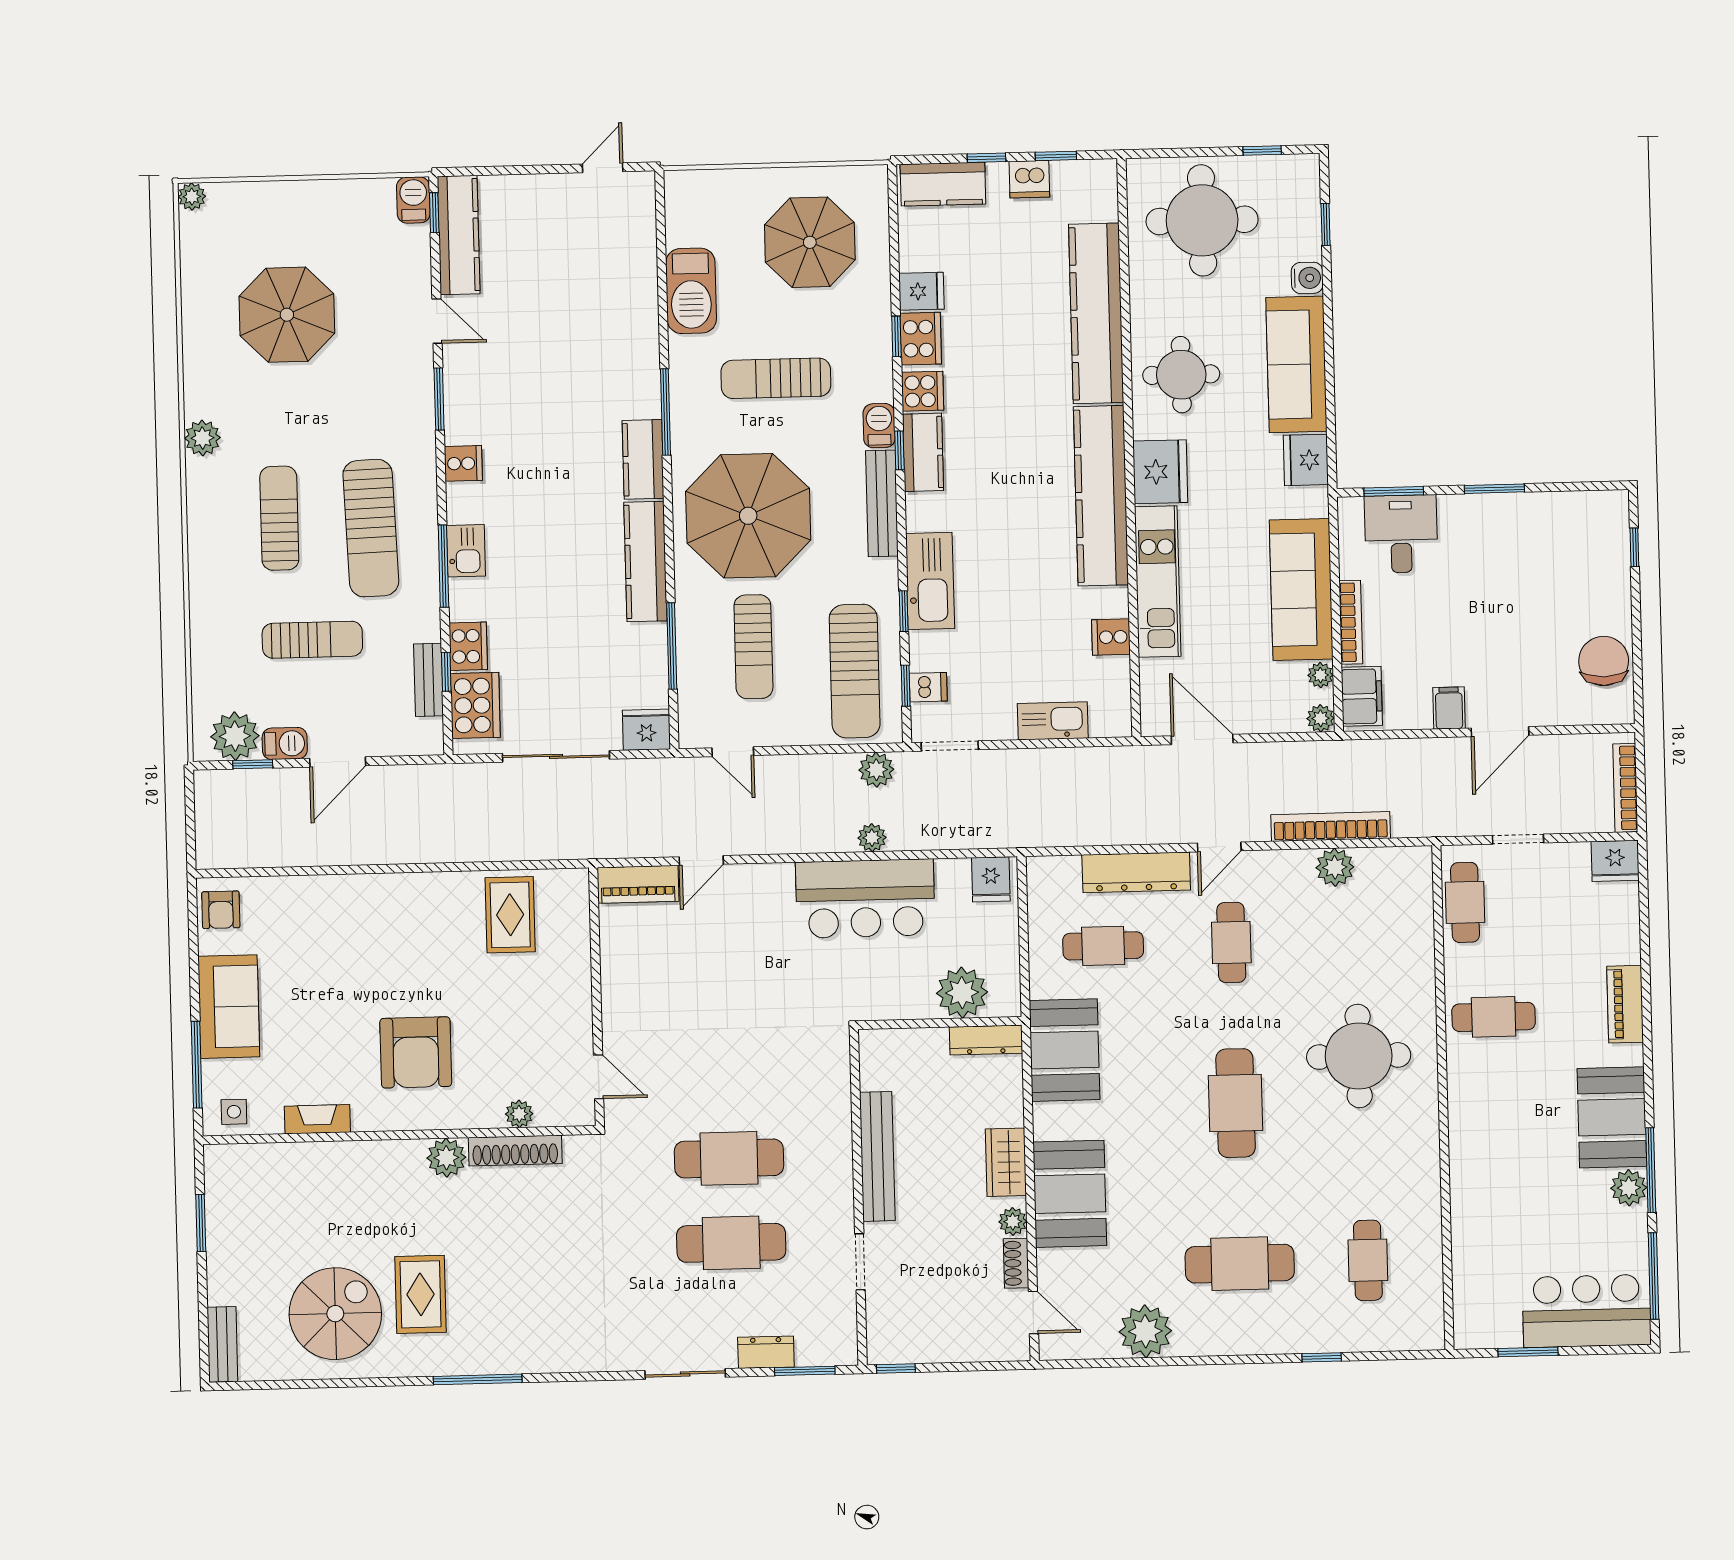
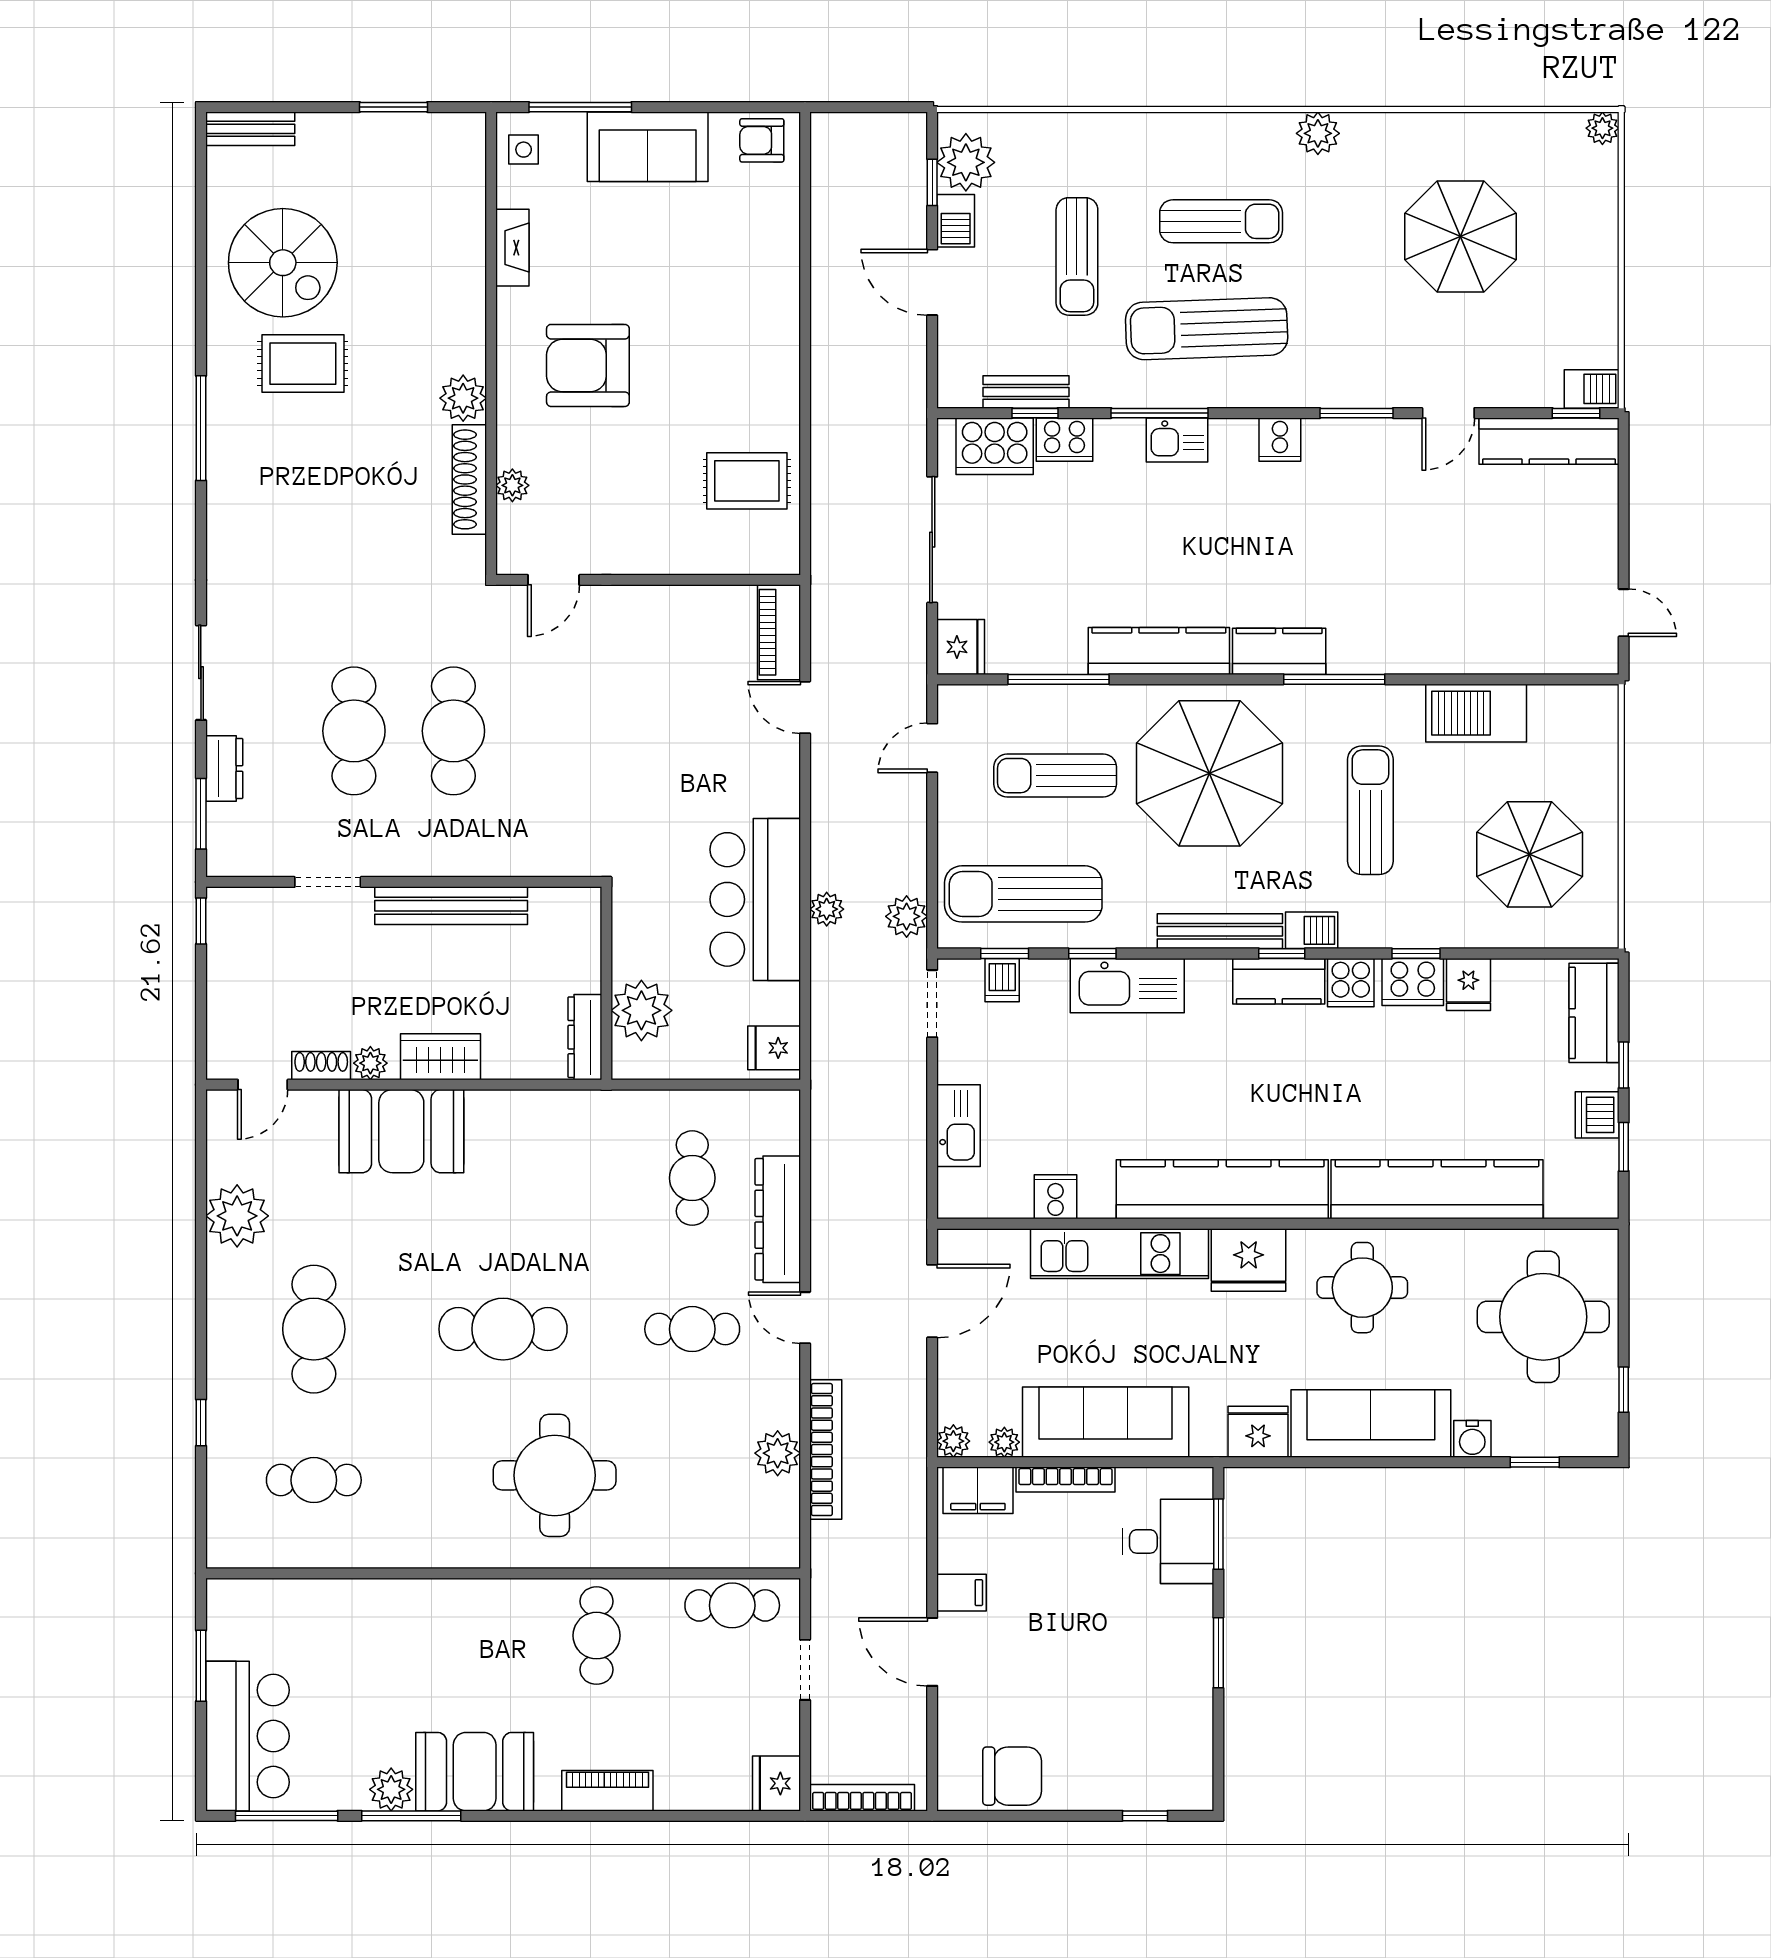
booth: (1065, 1050) -> (571, 1129), removed

